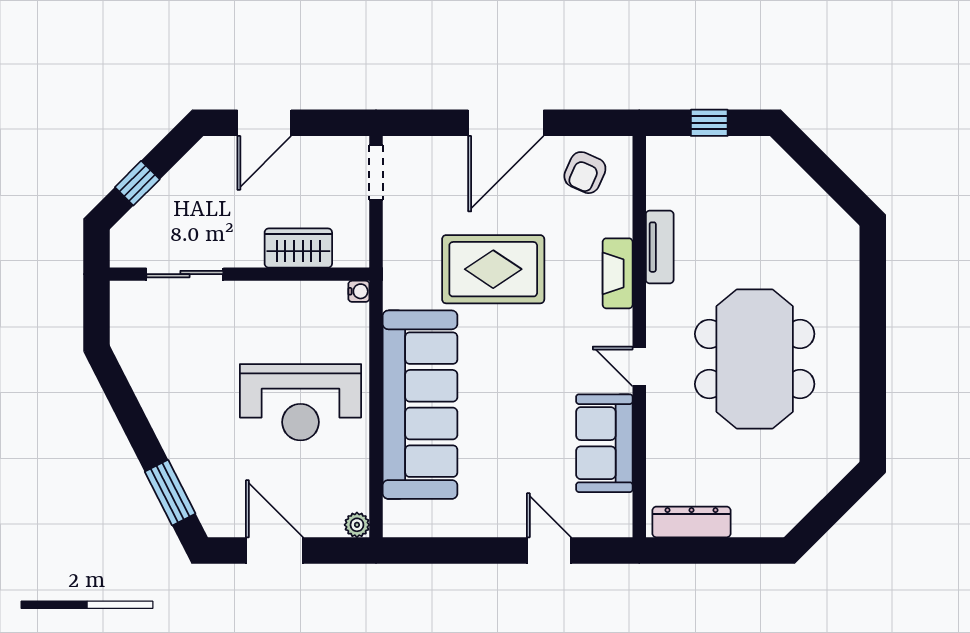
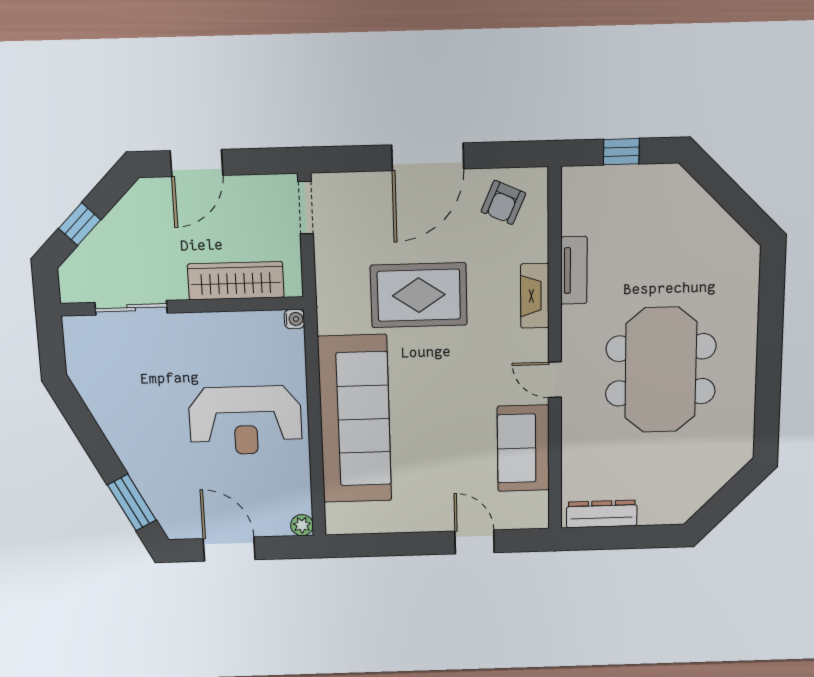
wardrobe: (298, 248) -> (236, 281), width x1.50

